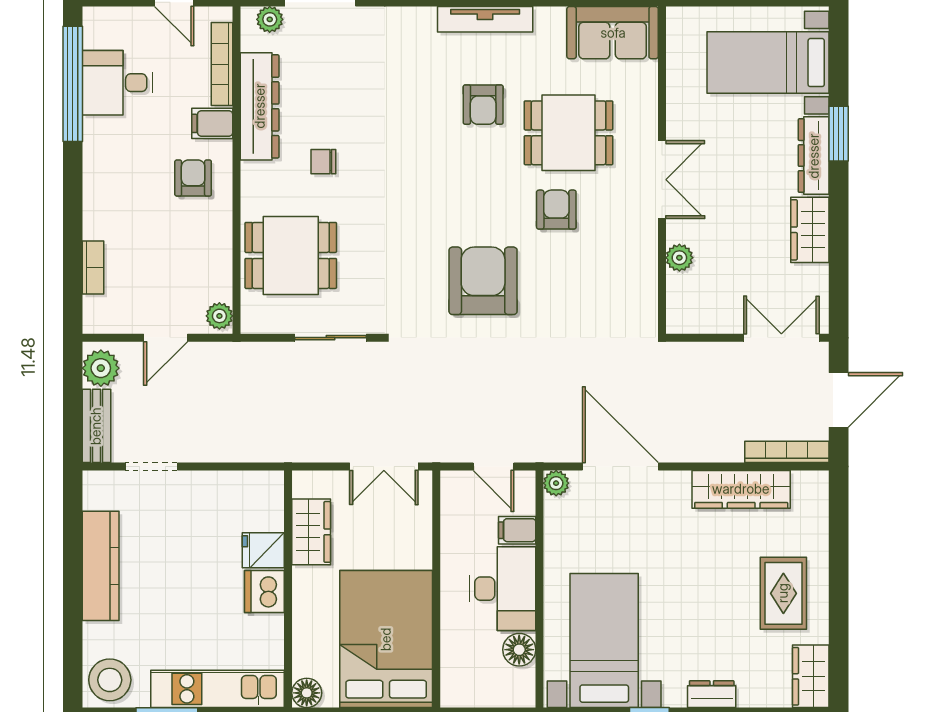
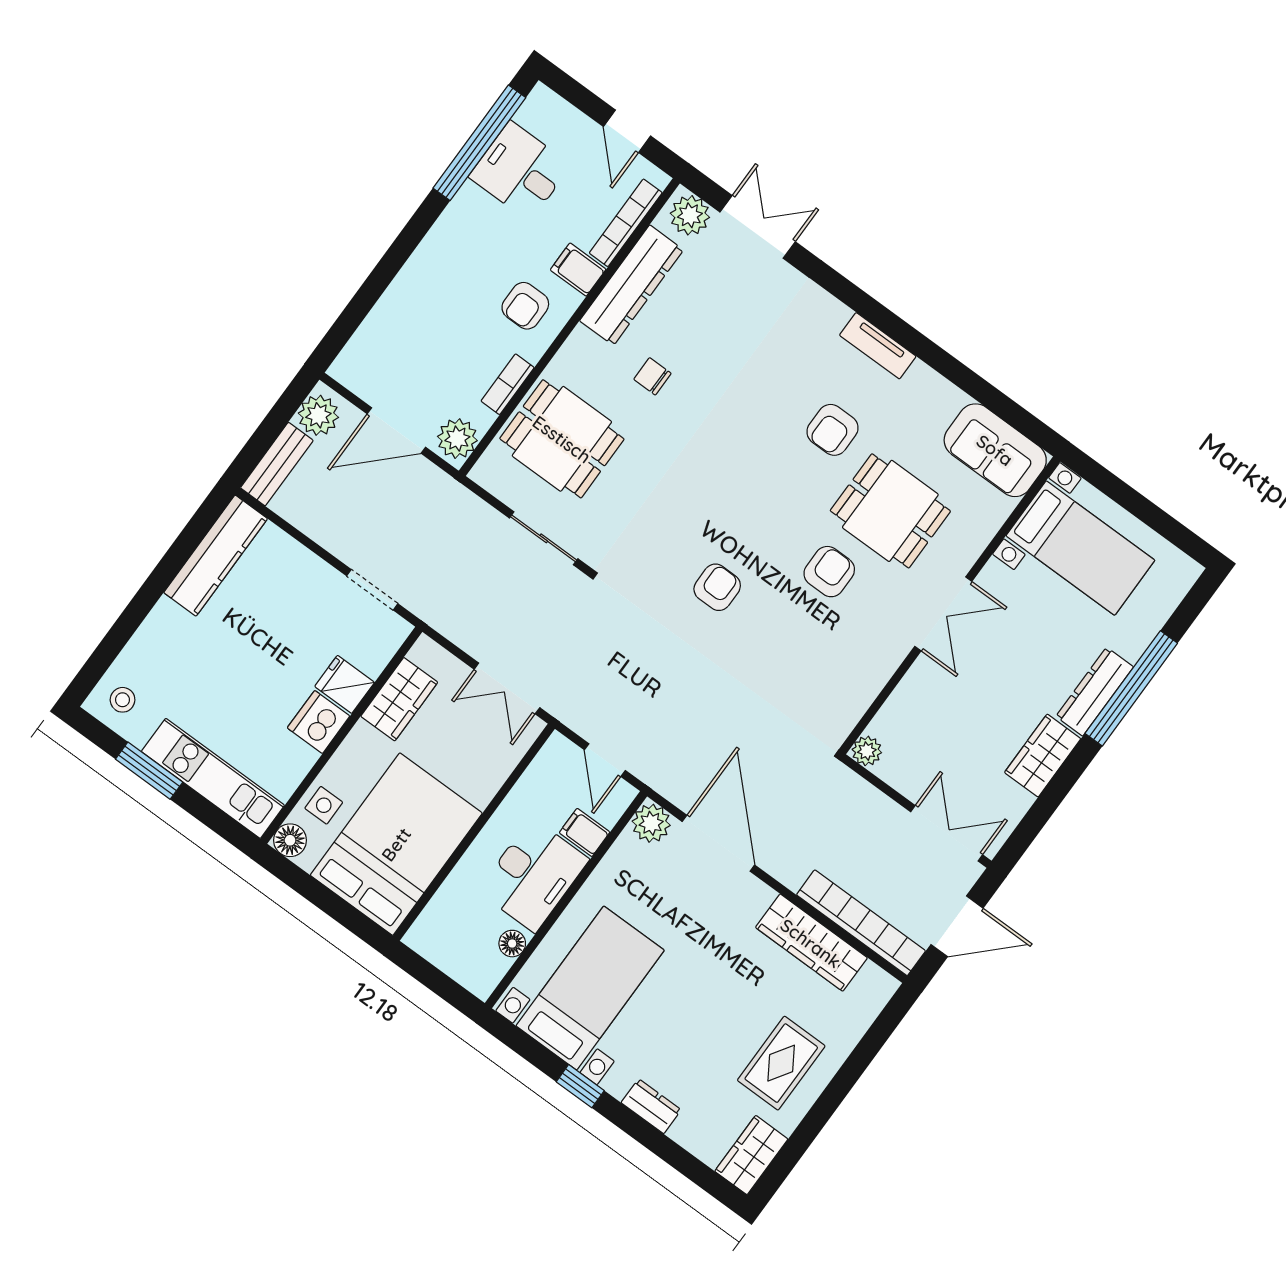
plant: (270, 19) -> (690, 215), width x1.38, depth x1.38
tv unit: (485, 19) -> (878, 346), width x0.71
bed with nightstands: (768, 63) -> (1080, 548), moved, turned 180
window: (839, 134) -> (1131, 688), width x2.11
armchair: (193, 178) -> (525, 306), turned 180
plant: (679, 258) -> (867, 751), moved
bookcase: (93, 267) -> (508, 384), moved, turned 180
armchair: (483, 281) -> (717, 587), width x0.53, depth x0.53
plant: (219, 316) -> (457, 439), width x1.38, depth x1.38
door: (166, 338) -> (396, 430), width x1.38
bookcase: (787, 452) -> (861, 923), width x1.48, depth x1.31
doorway: (151, 467) -> (372, 590), moved
plant: (556, 483) -> (651, 823), width x1.38, depth x1.38
kitchen counter: (101, 566) -> (216, 556), moved
side table: (313, 649) -> (324, 805), added
floor lamp: (519, 650) -> (512, 944), width x0.73, depth x0.73
stool: (110, 680) -> (123, 700), width x0.53, depth x0.53

